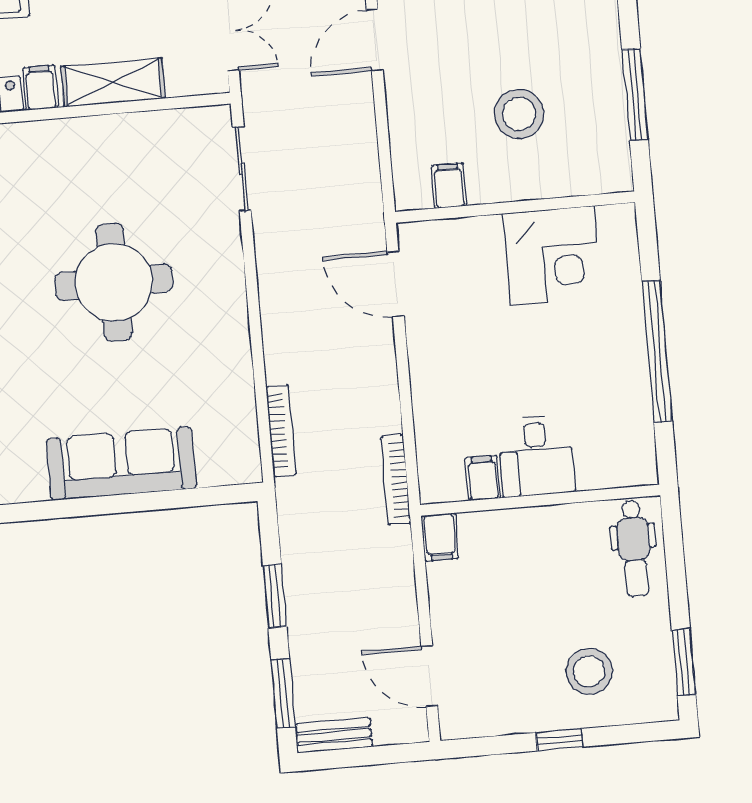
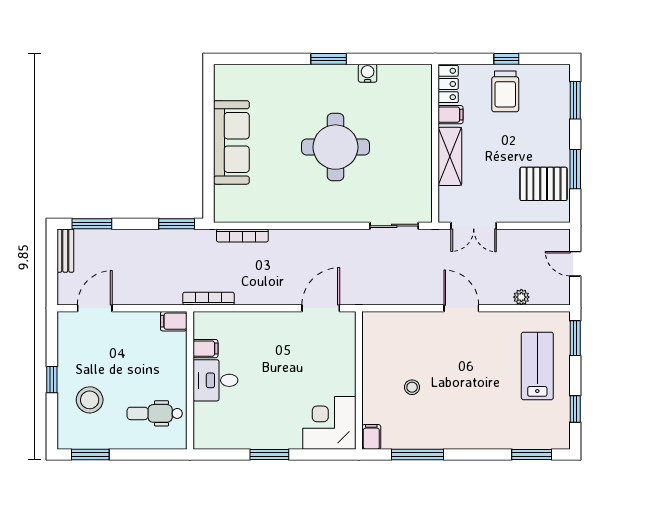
stool: (519, 114) -> (412, 387), width x0.53, depth x0.53
filing cabinet: (449, 186) -> (371, 437), moved, turned -90
corner desk: (552, 256) -> (329, 423), moved, turned 90
window: (657, 351) -> (269, 455), width x0.47
dental chair: (634, 548) -> (155, 413), moved
window: (275, 596) -> (177, 224), moved

